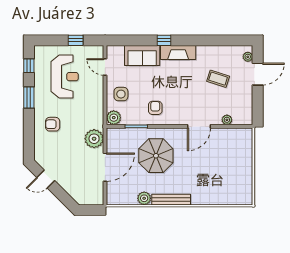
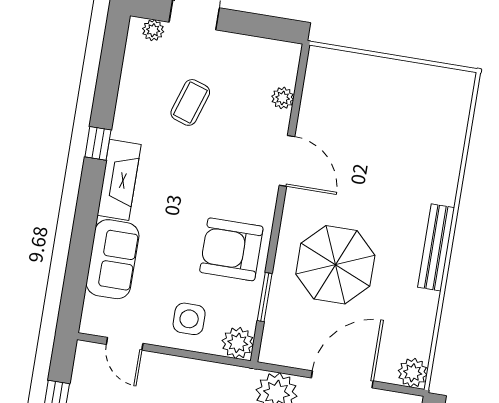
window: (164, 40) -> (98, 143), moved
door: (105, 67) -> (125, 344), hinge flipped
armchair: (155, 108) -> (231, 249), width x1.88, depth x1.88
door: (105, 167) -> (342, 379), hinge flipped
plant: (144, 198) -> (413, 373), moved

